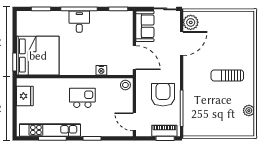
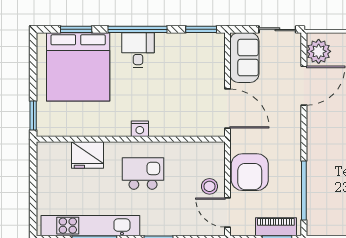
bed: (38, 56) -> (78, 67), moved, turned 90
nightstand: (101, 70) -> (140, 129), moved
stool: (125, 85) -> (209, 186), moved
armchair: (163, 95) -> (250, 172), moved, turned 180
fridge: (25, 96) -> (88, 155), moved, turned 90

